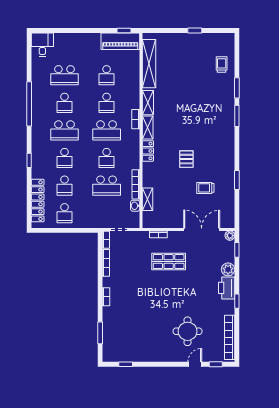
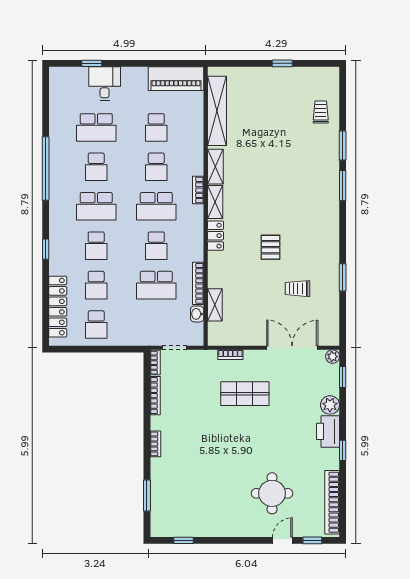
window: (124, 31) -> (92, 63), moved
desk: (42, 45) -> (105, 84), moved

